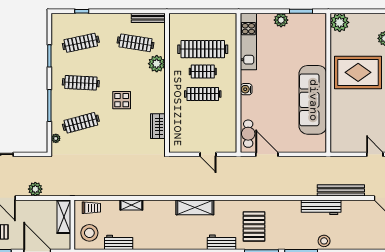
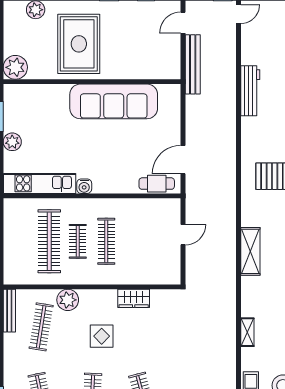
water cooler: (246, 89) -> (84, 186), moved
display table: (122, 100) -> (102, 336), moved
wardrobe: (158, 126) -> (134, 298), moved
bench: (341, 190) -> (193, 64), moved

